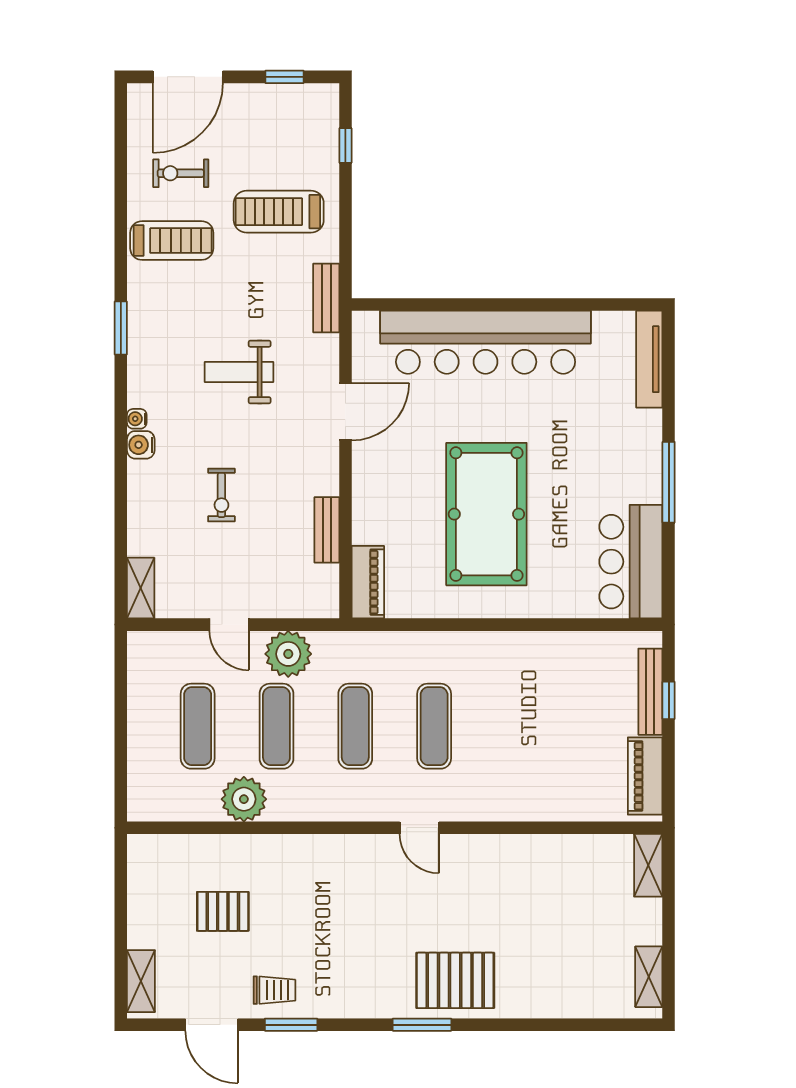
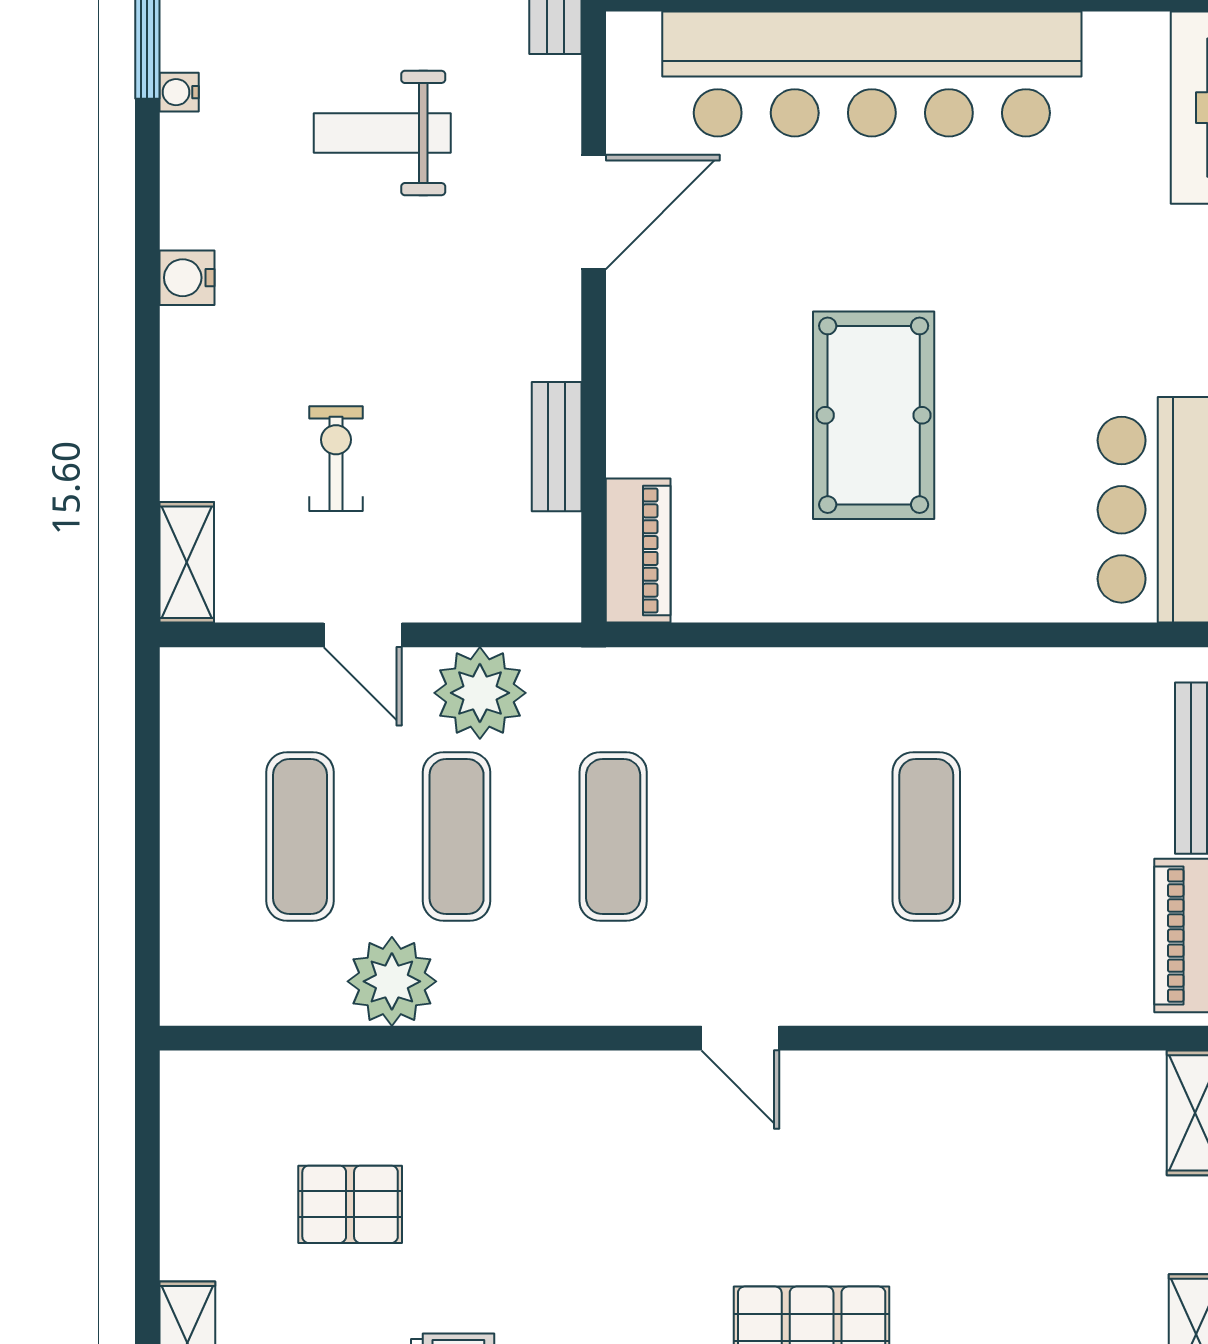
water cooler: (137, 419) -> (179, 92), moved
exercise bike: (221, 495) -> (336, 459), moved, turned 180
pool table: (486, 514) -> (874, 415), width x0.73, depth x0.76
exercise mat: (434, 726) -> (926, 837), moved

